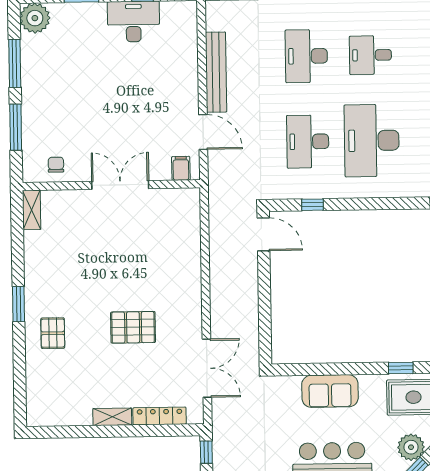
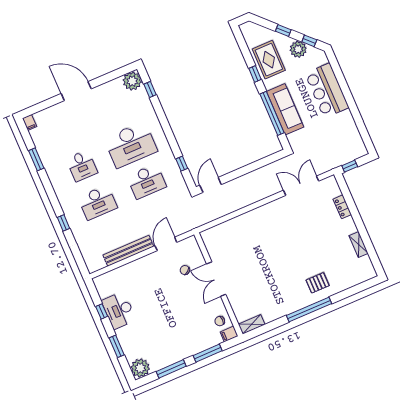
chair: (153, 144) -> (185, 270), added
filing cabinet: (181, 168) -> (229, 334), moved
window: (18, 304) -> (309, 309), width x2.11
pallet: (133, 327) -> (295, 238), removed
window: (332, 369) -> (272, 113), added
sofa: (330, 391) -> (285, 109), width x1.36
locker: (160, 416) -> (342, 207), width x0.66
shelving: (112, 417) -> (359, 245), moved

